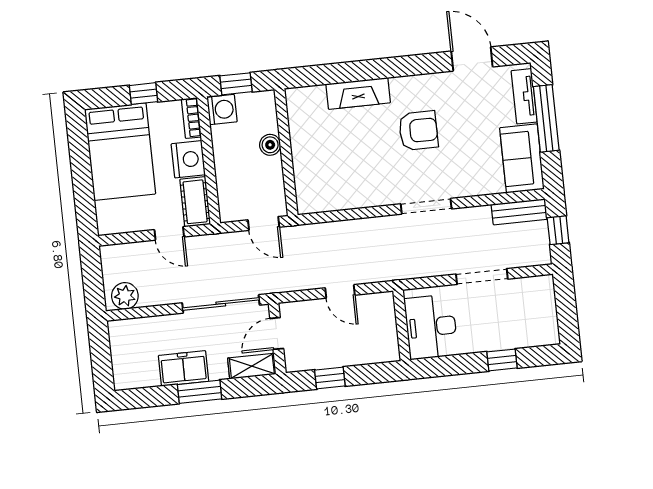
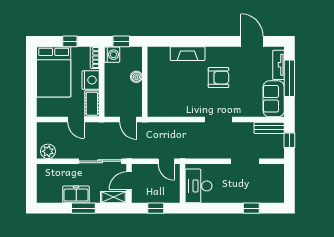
wall: (402, 325) -> (183, 183), moved
desk: (431, 327) -> (199, 186), moved

